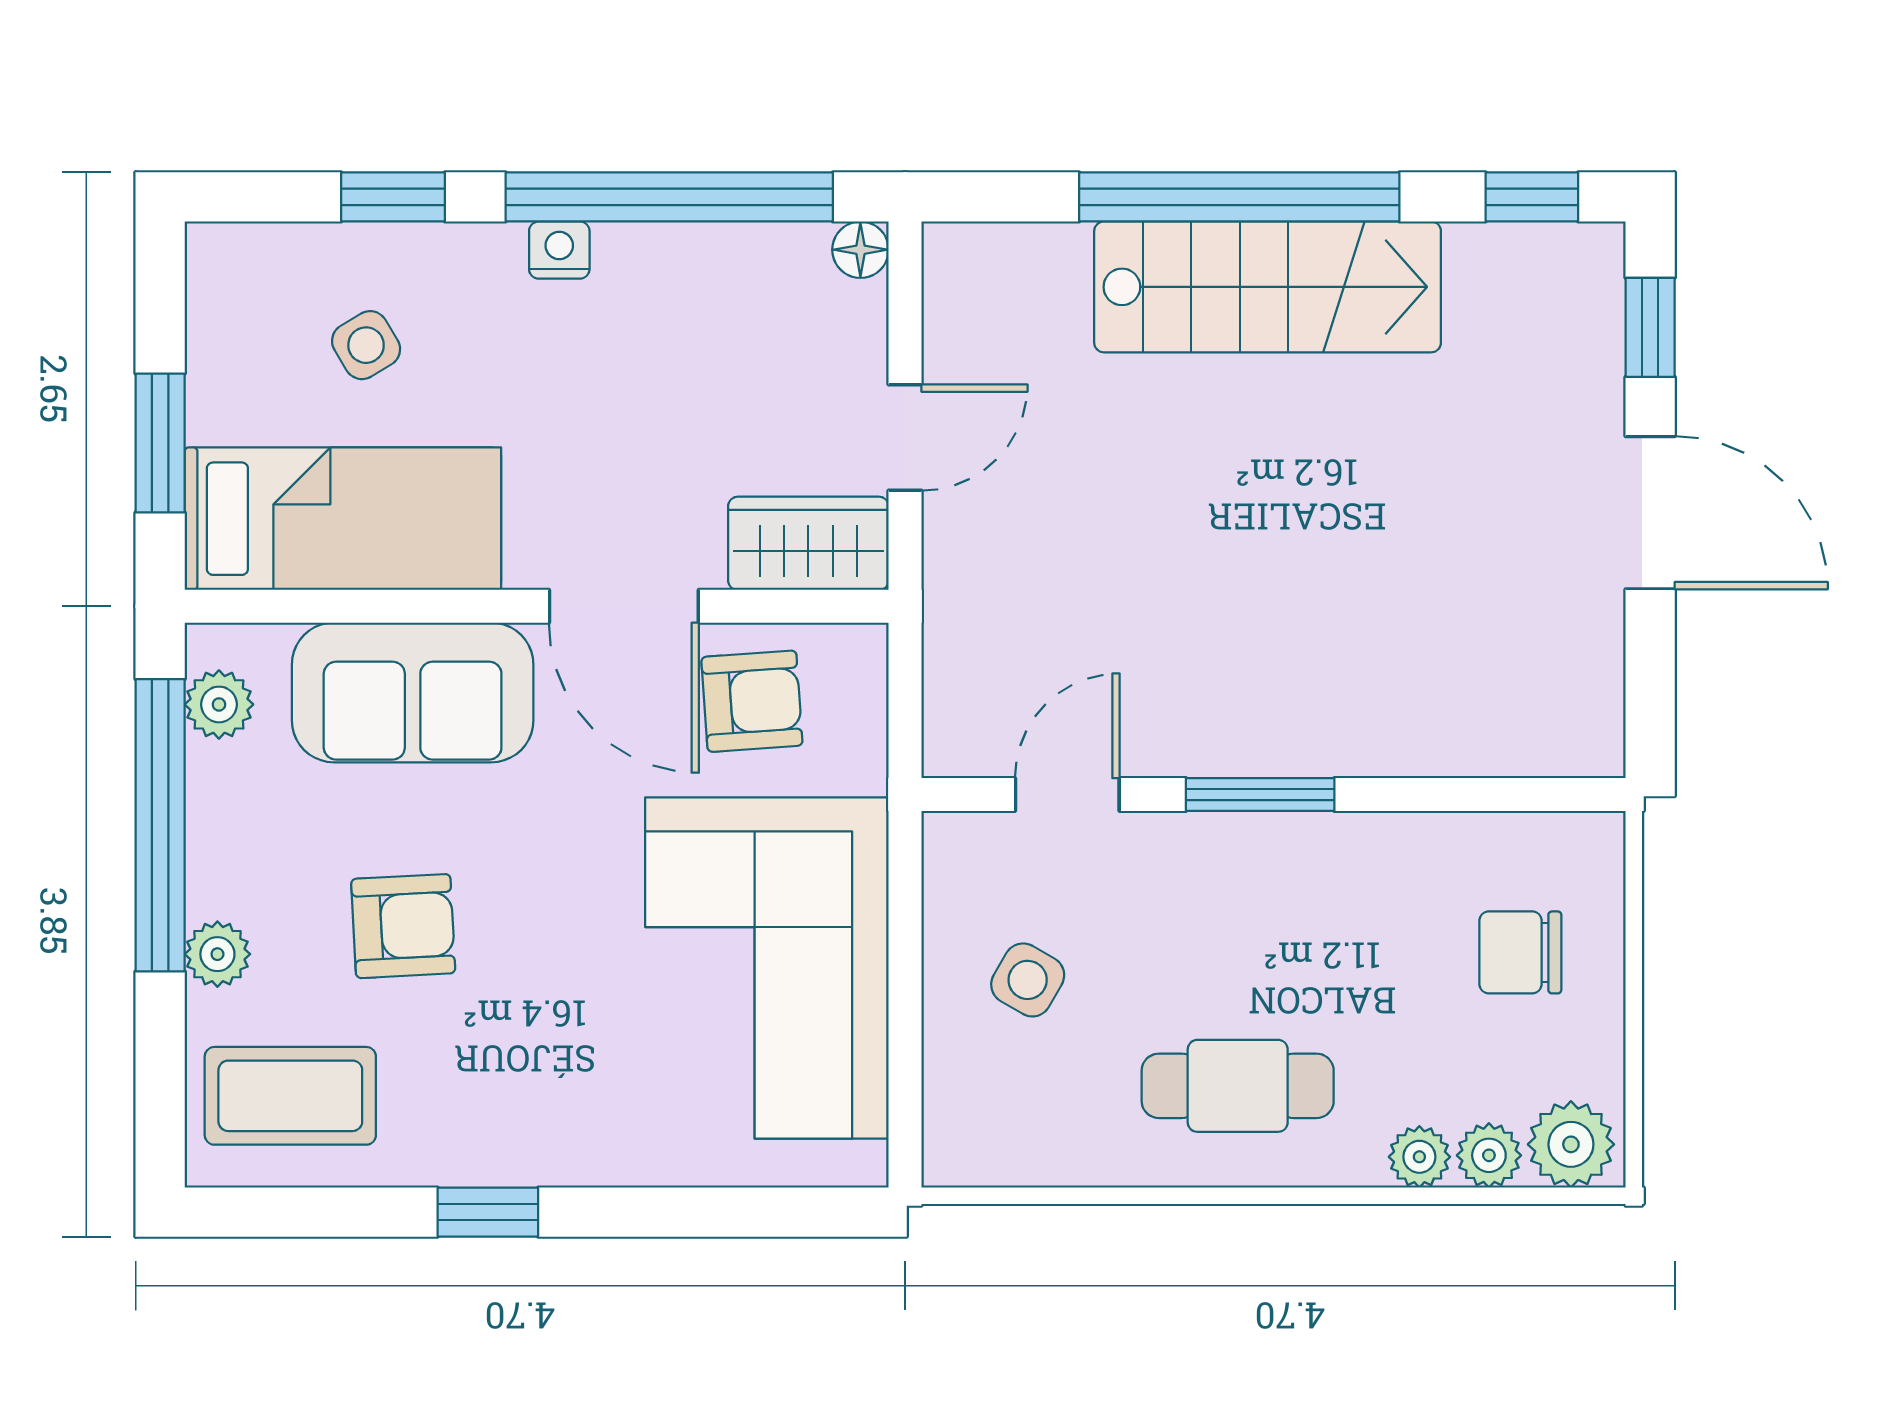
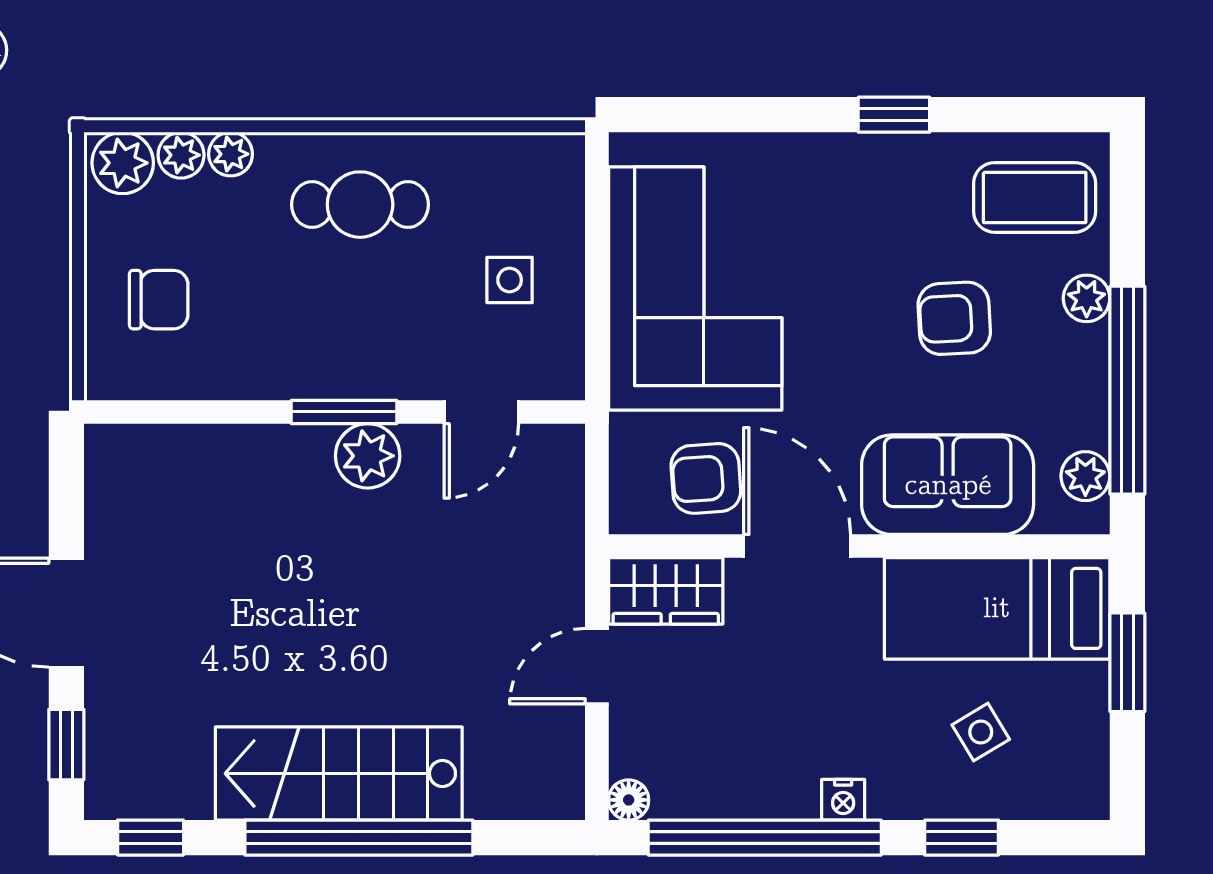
plant: (1227, 733) -> (368, 456), added
side table: (1028, 980) -> (510, 280), turned -30

